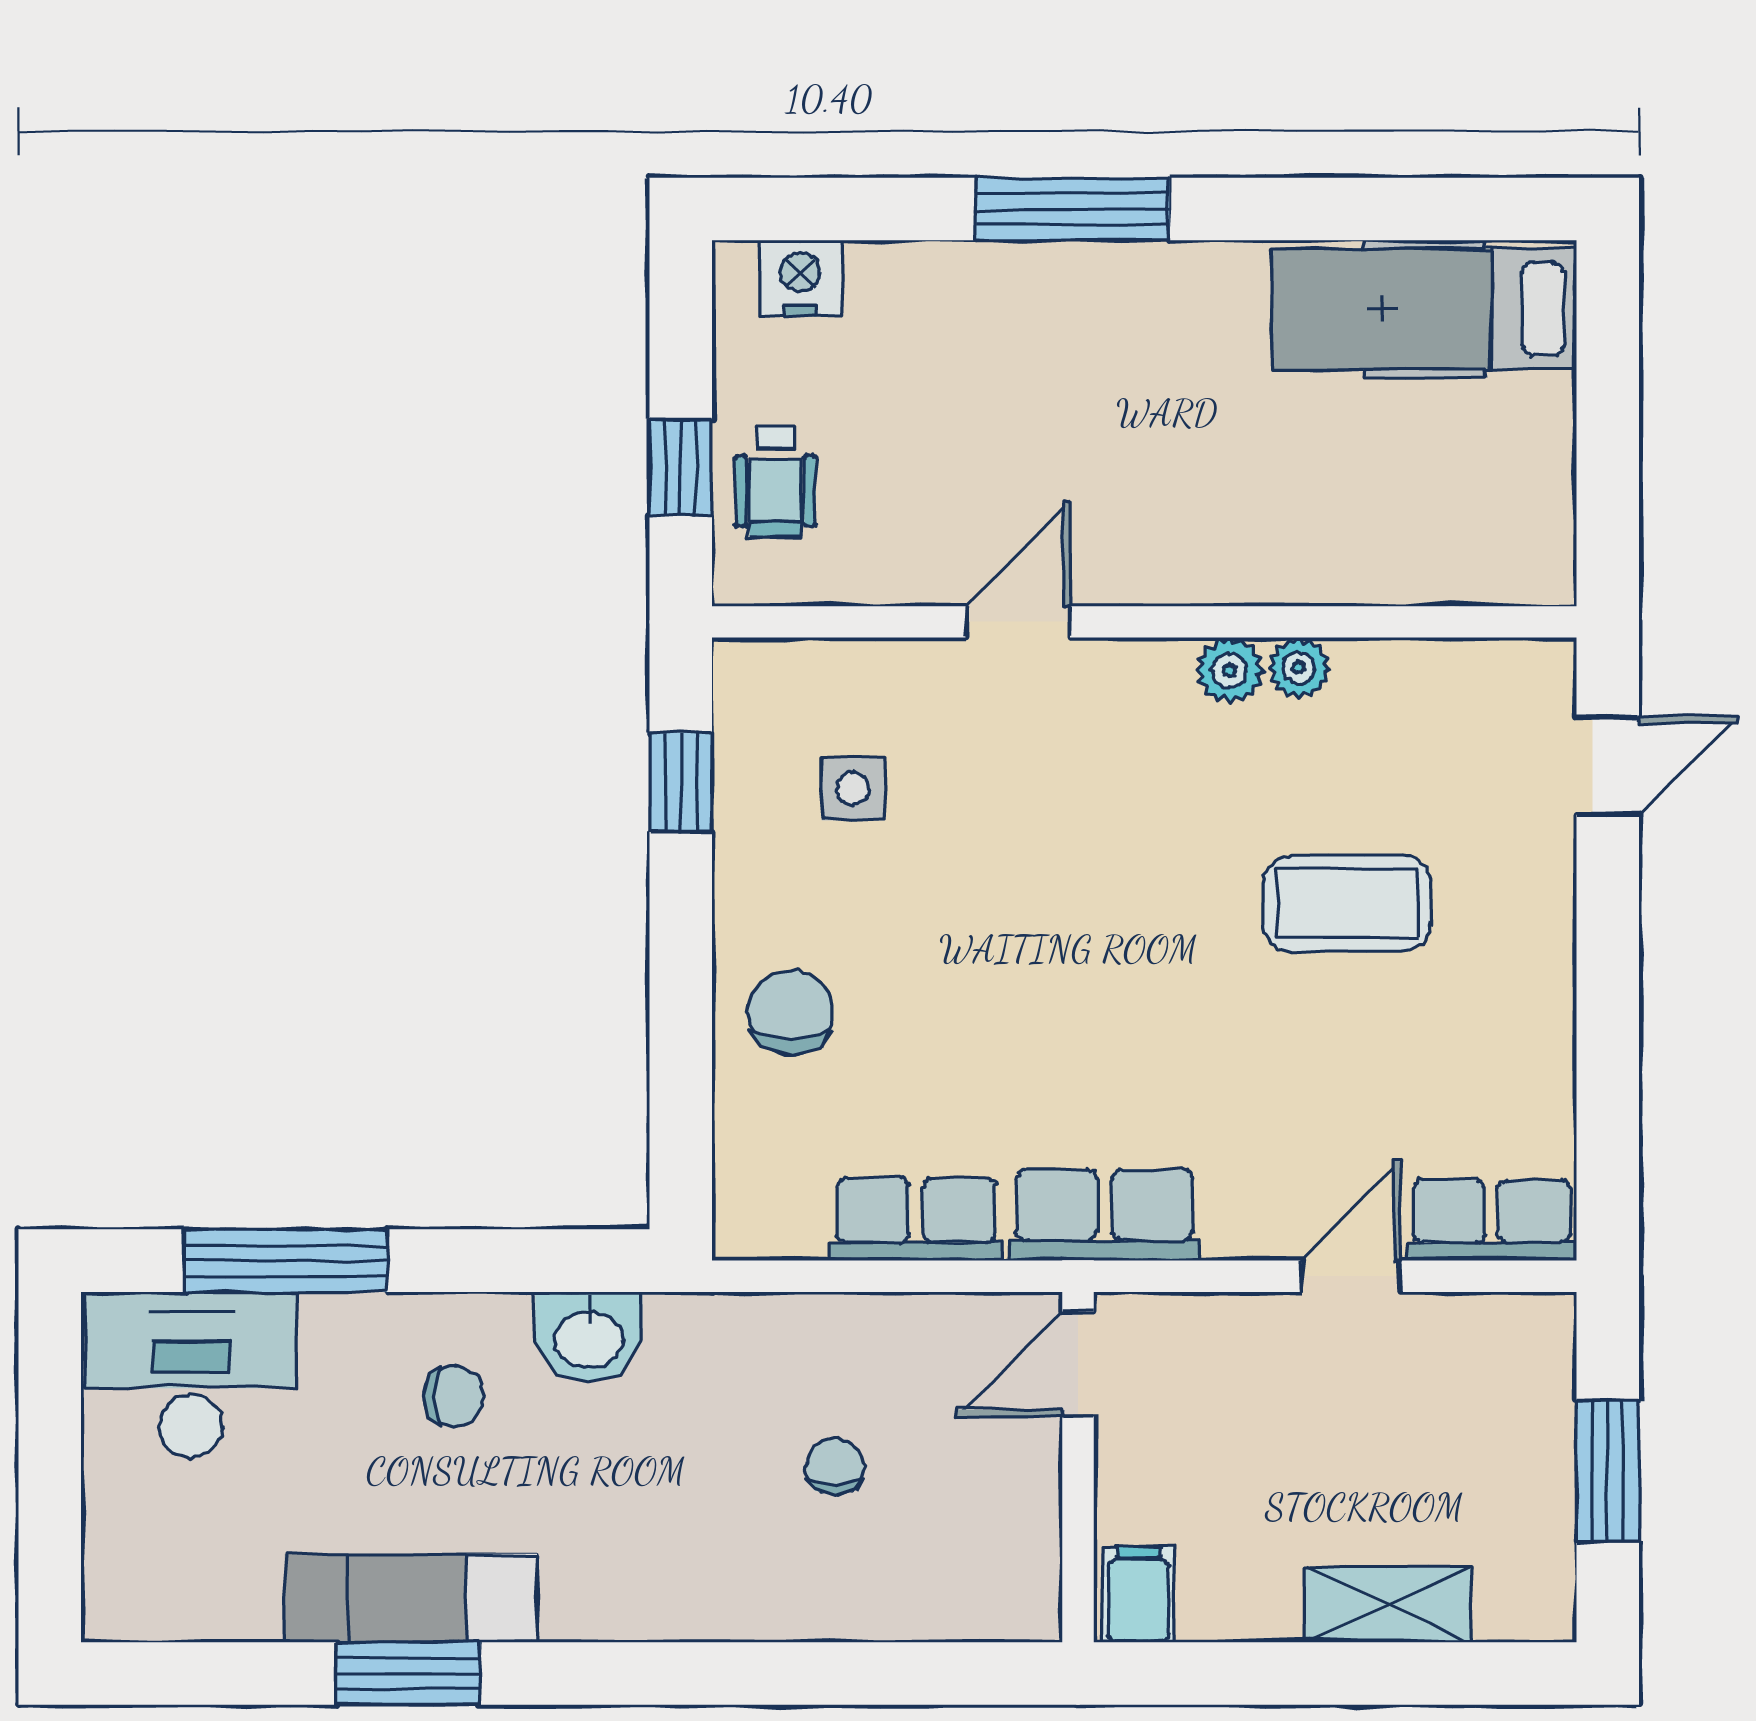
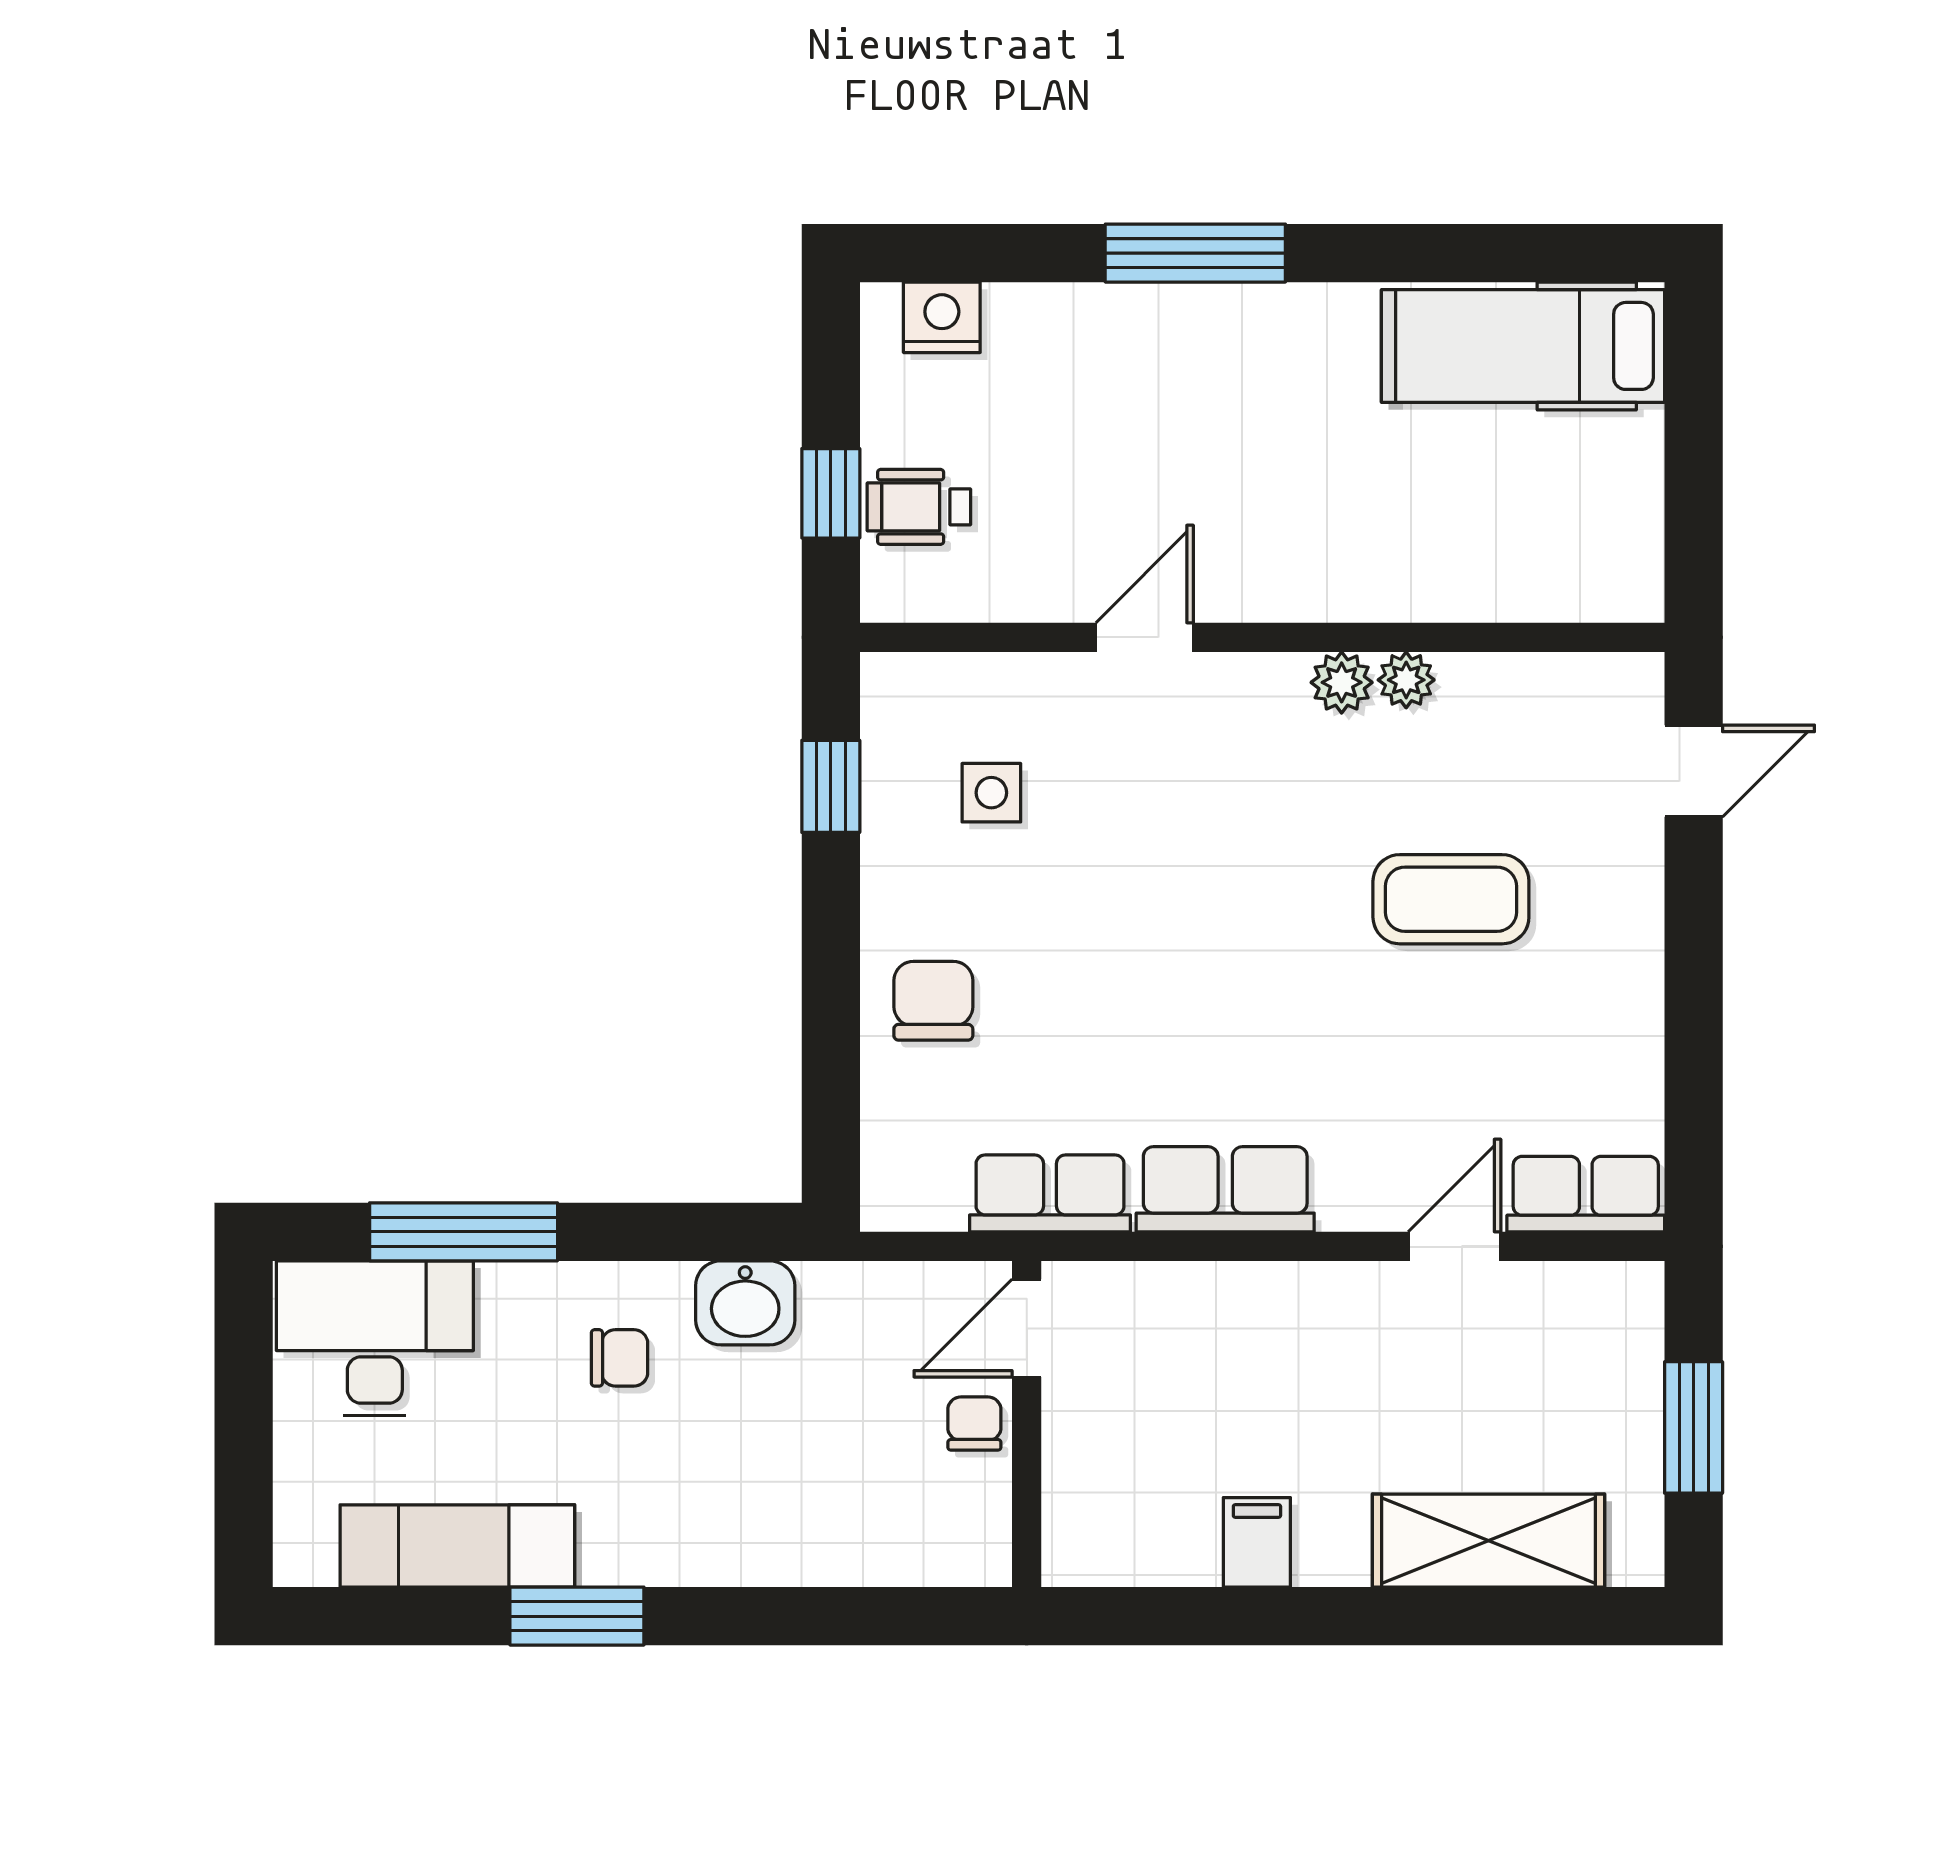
wheelchair: (775, 482) -> (919, 507), turned 90
door: (1078, 1364) -> (1027, 1328), moved
wall: (1078, 1467) -> (1027, 1424), moved
exam couch: (411, 1598) -> (457, 1546), moved
shelving: (1387, 1605) -> (1489, 1541), width x1.50, depth x1.33

